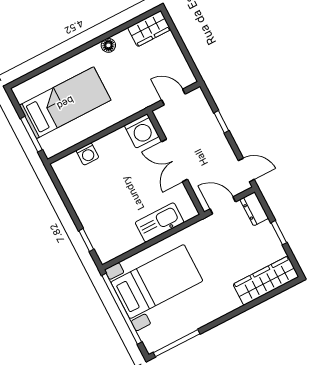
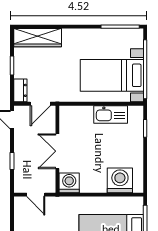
washing machine: (87, 154) -> (120, 180), width x1.89, depth x1.89
double door: (174, 160) -> (57, 151), swing flipped
door: (223, 205) -> (40, 104), hinge flipped
kitchen sink: (160, 222) -> (111, 114), moved

